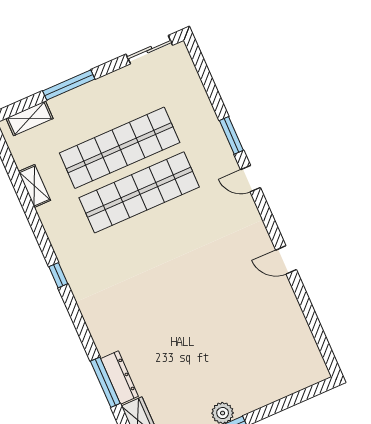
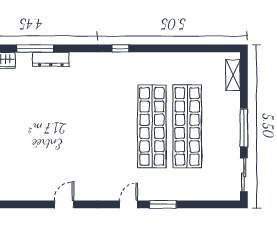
window: (69, 85) -> (244, 128), moved
shelving: (34, 186) -> (187, 59), removed
dresser: (119, 377) -> (51, 59), moved

